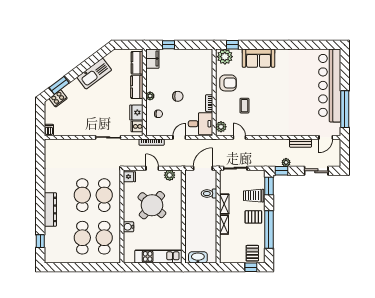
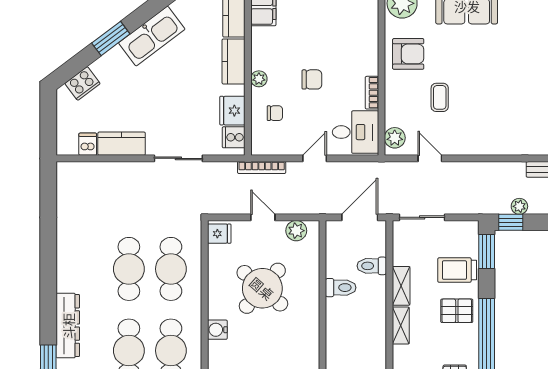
window: (59, 85) -> (111, 39), moved
dishwasher: (49, 130) -> (88, 144), moved
kitchen counter: (78, 130) -> (122, 144), added
toilet: (193, 205) -> (341, 288), added
dresser: (50, 209) -> (68, 326), moved

